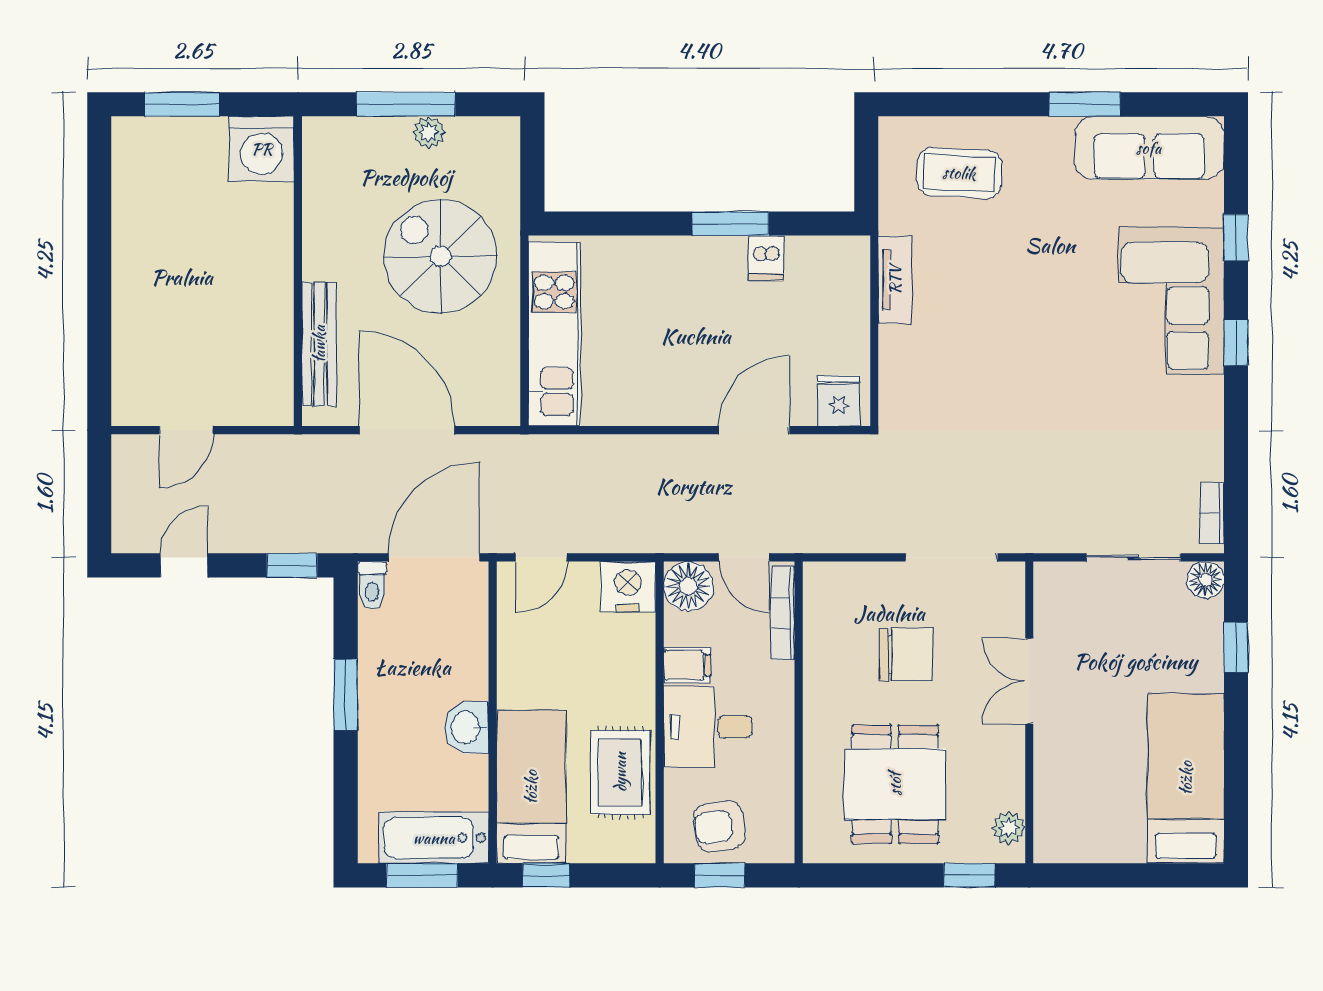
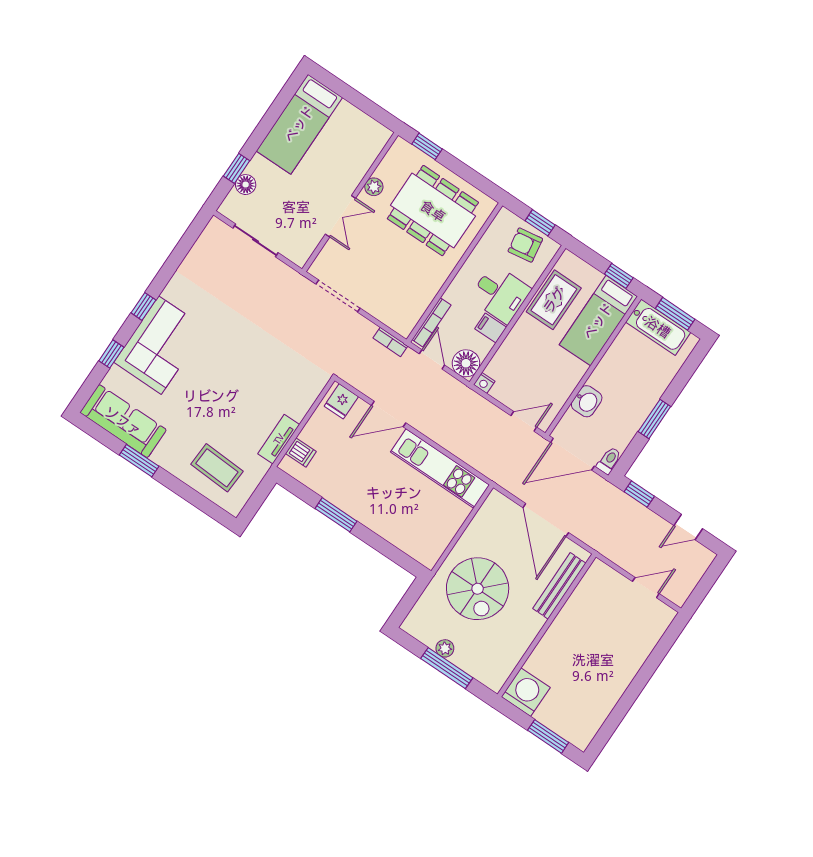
dishwasher: (766, 258) -> (301, 453), moved, turned 90
kitchen unit: (554, 334) -> (440, 468), moved, turned -90
bookcase: (1212, 513) -> (390, 342), moved, turned 90
floor lamp: (1206, 580) -> (246, 185), moved
nightstand: (628, 586) -> (484, 383), width x0.53, depth x0.56
chair: (906, 654) -> (388, 266), removed
washbasin: (467, 727) -> (587, 401), moved
dining table: (895, 784) -> (433, 211), width x1.38
armchair: (719, 826) -> (525, 245), turned 180
plant: (1009, 828) -> (374, 187), moved

